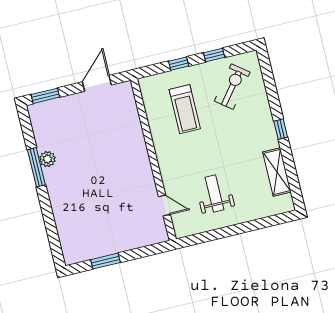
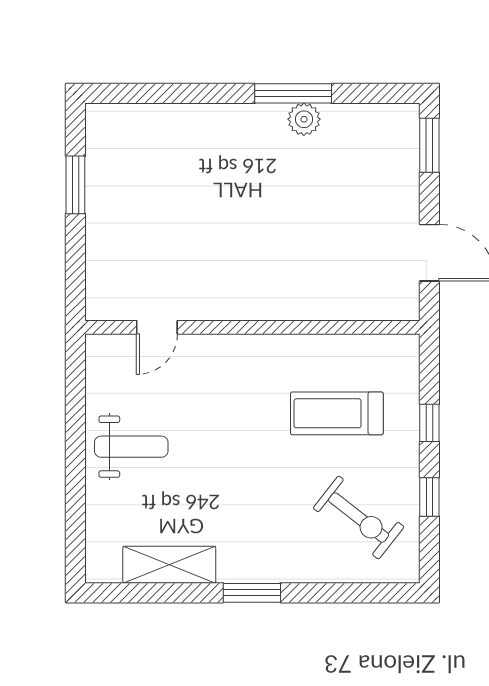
window: (281, 129) -> (252, 593), width x1.50
weight bench: (215, 193) -> (131, 447), moved

